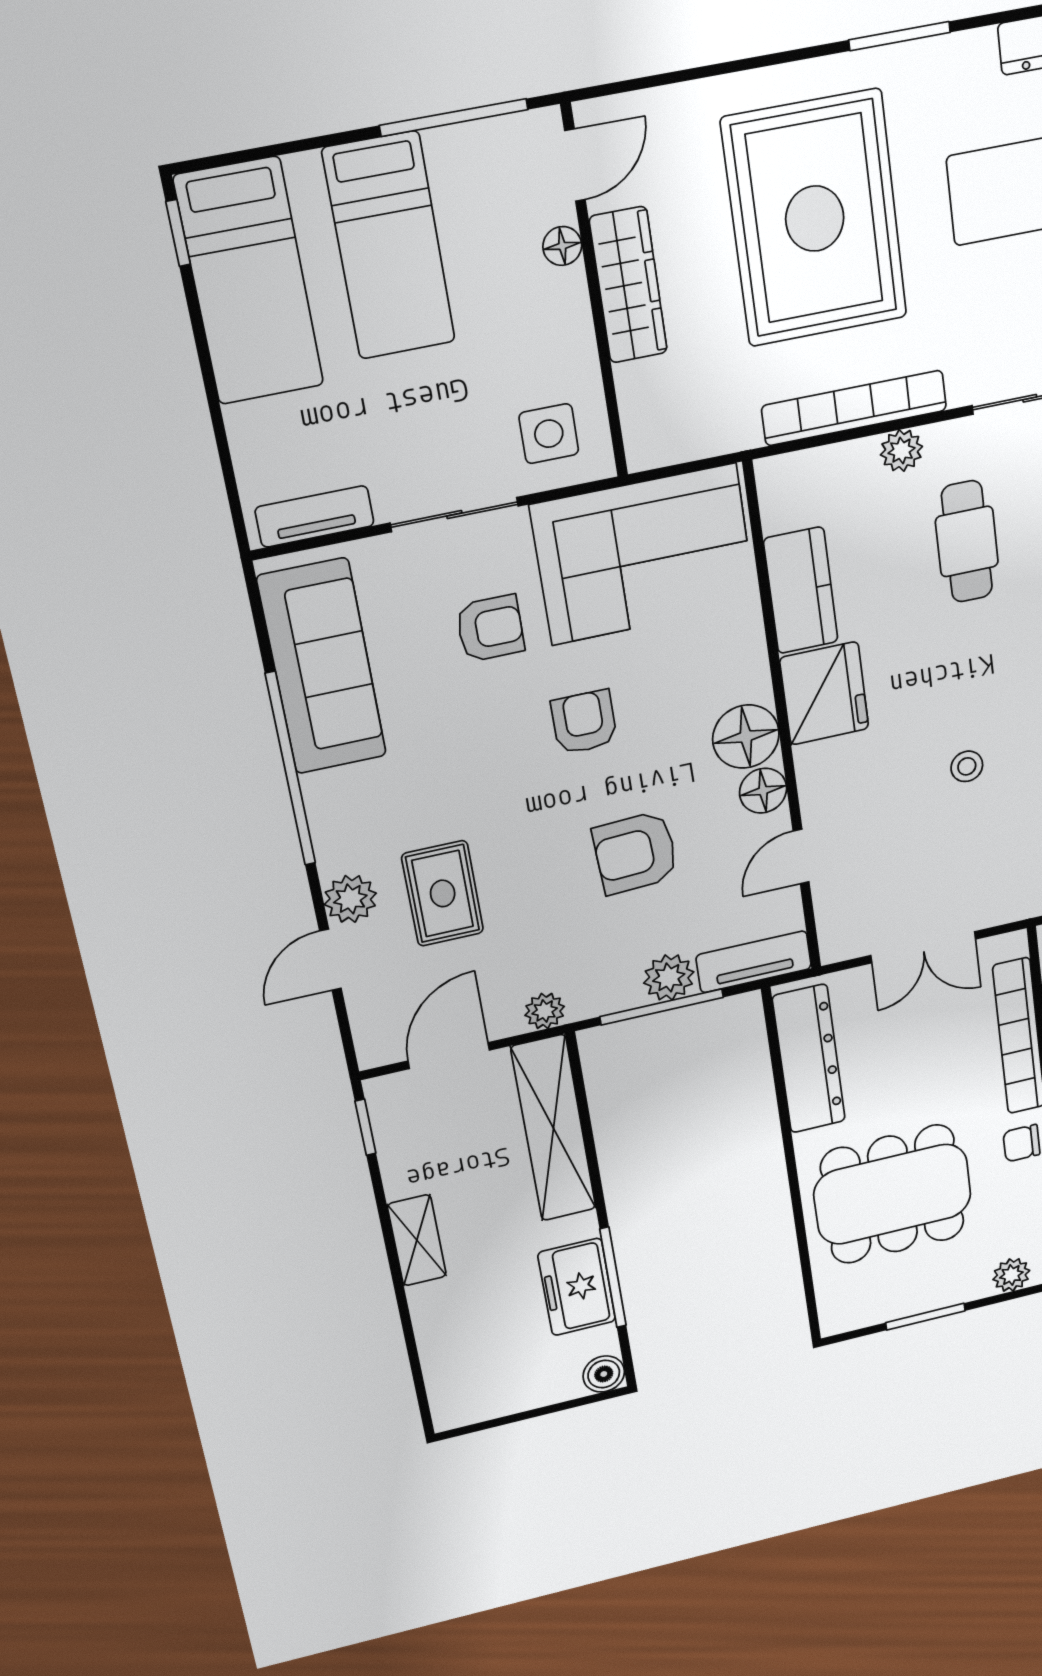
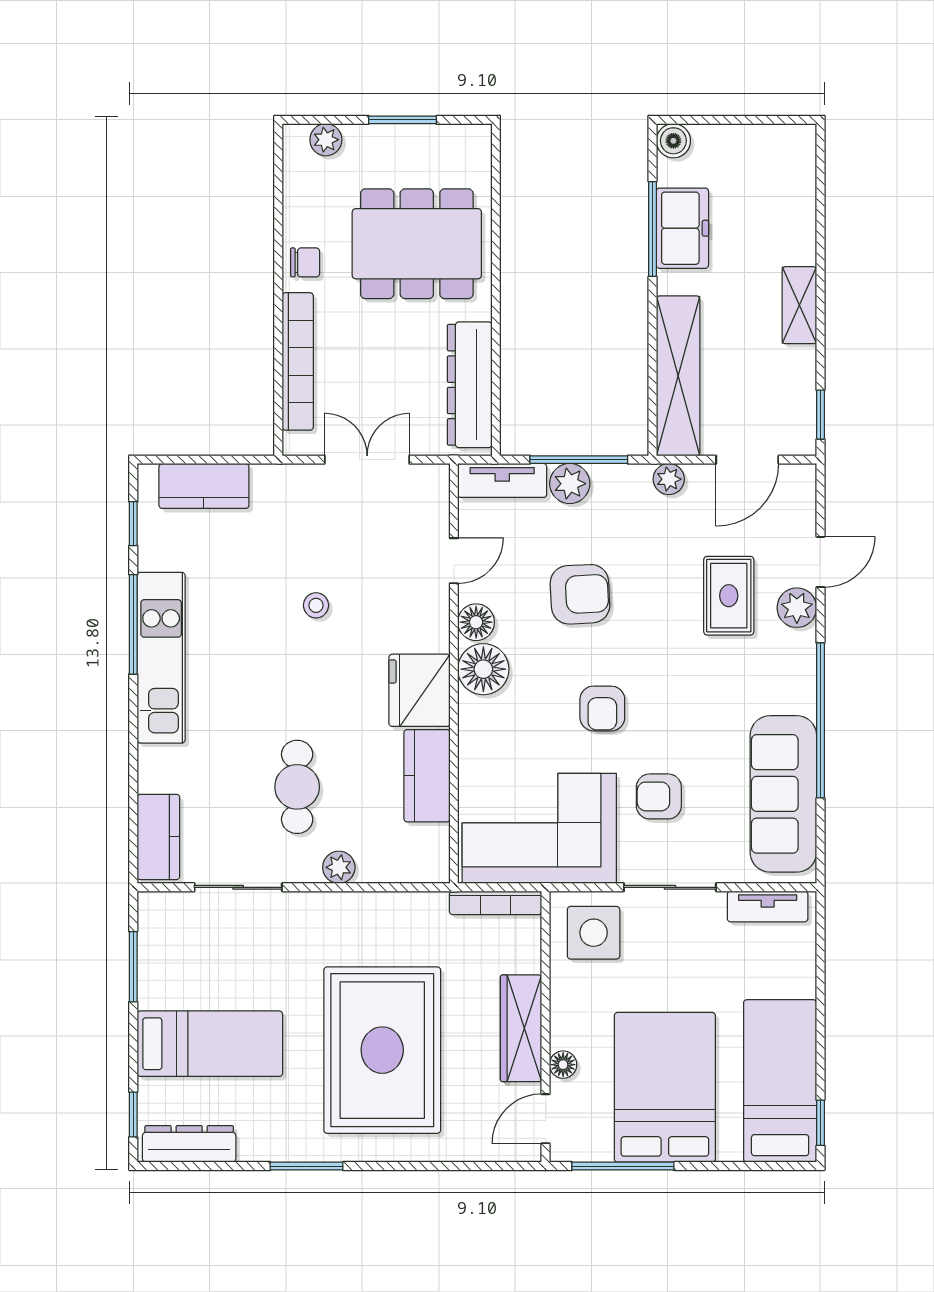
bed: (389, 246) -> (665, 1087), width x1.50
bookcase: (854, 408) -> (496, 903), moved, width x0.68, depth x0.76
side table: (549, 434) -> (594, 933), width x1.37, depth x1.37

